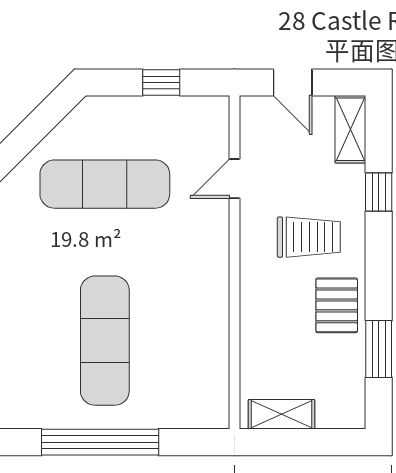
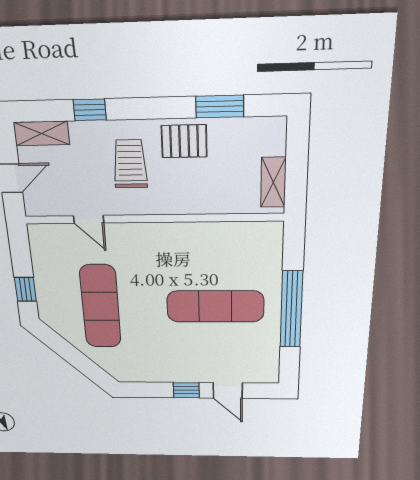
window: (161, 83) -> (25, 289), moved

